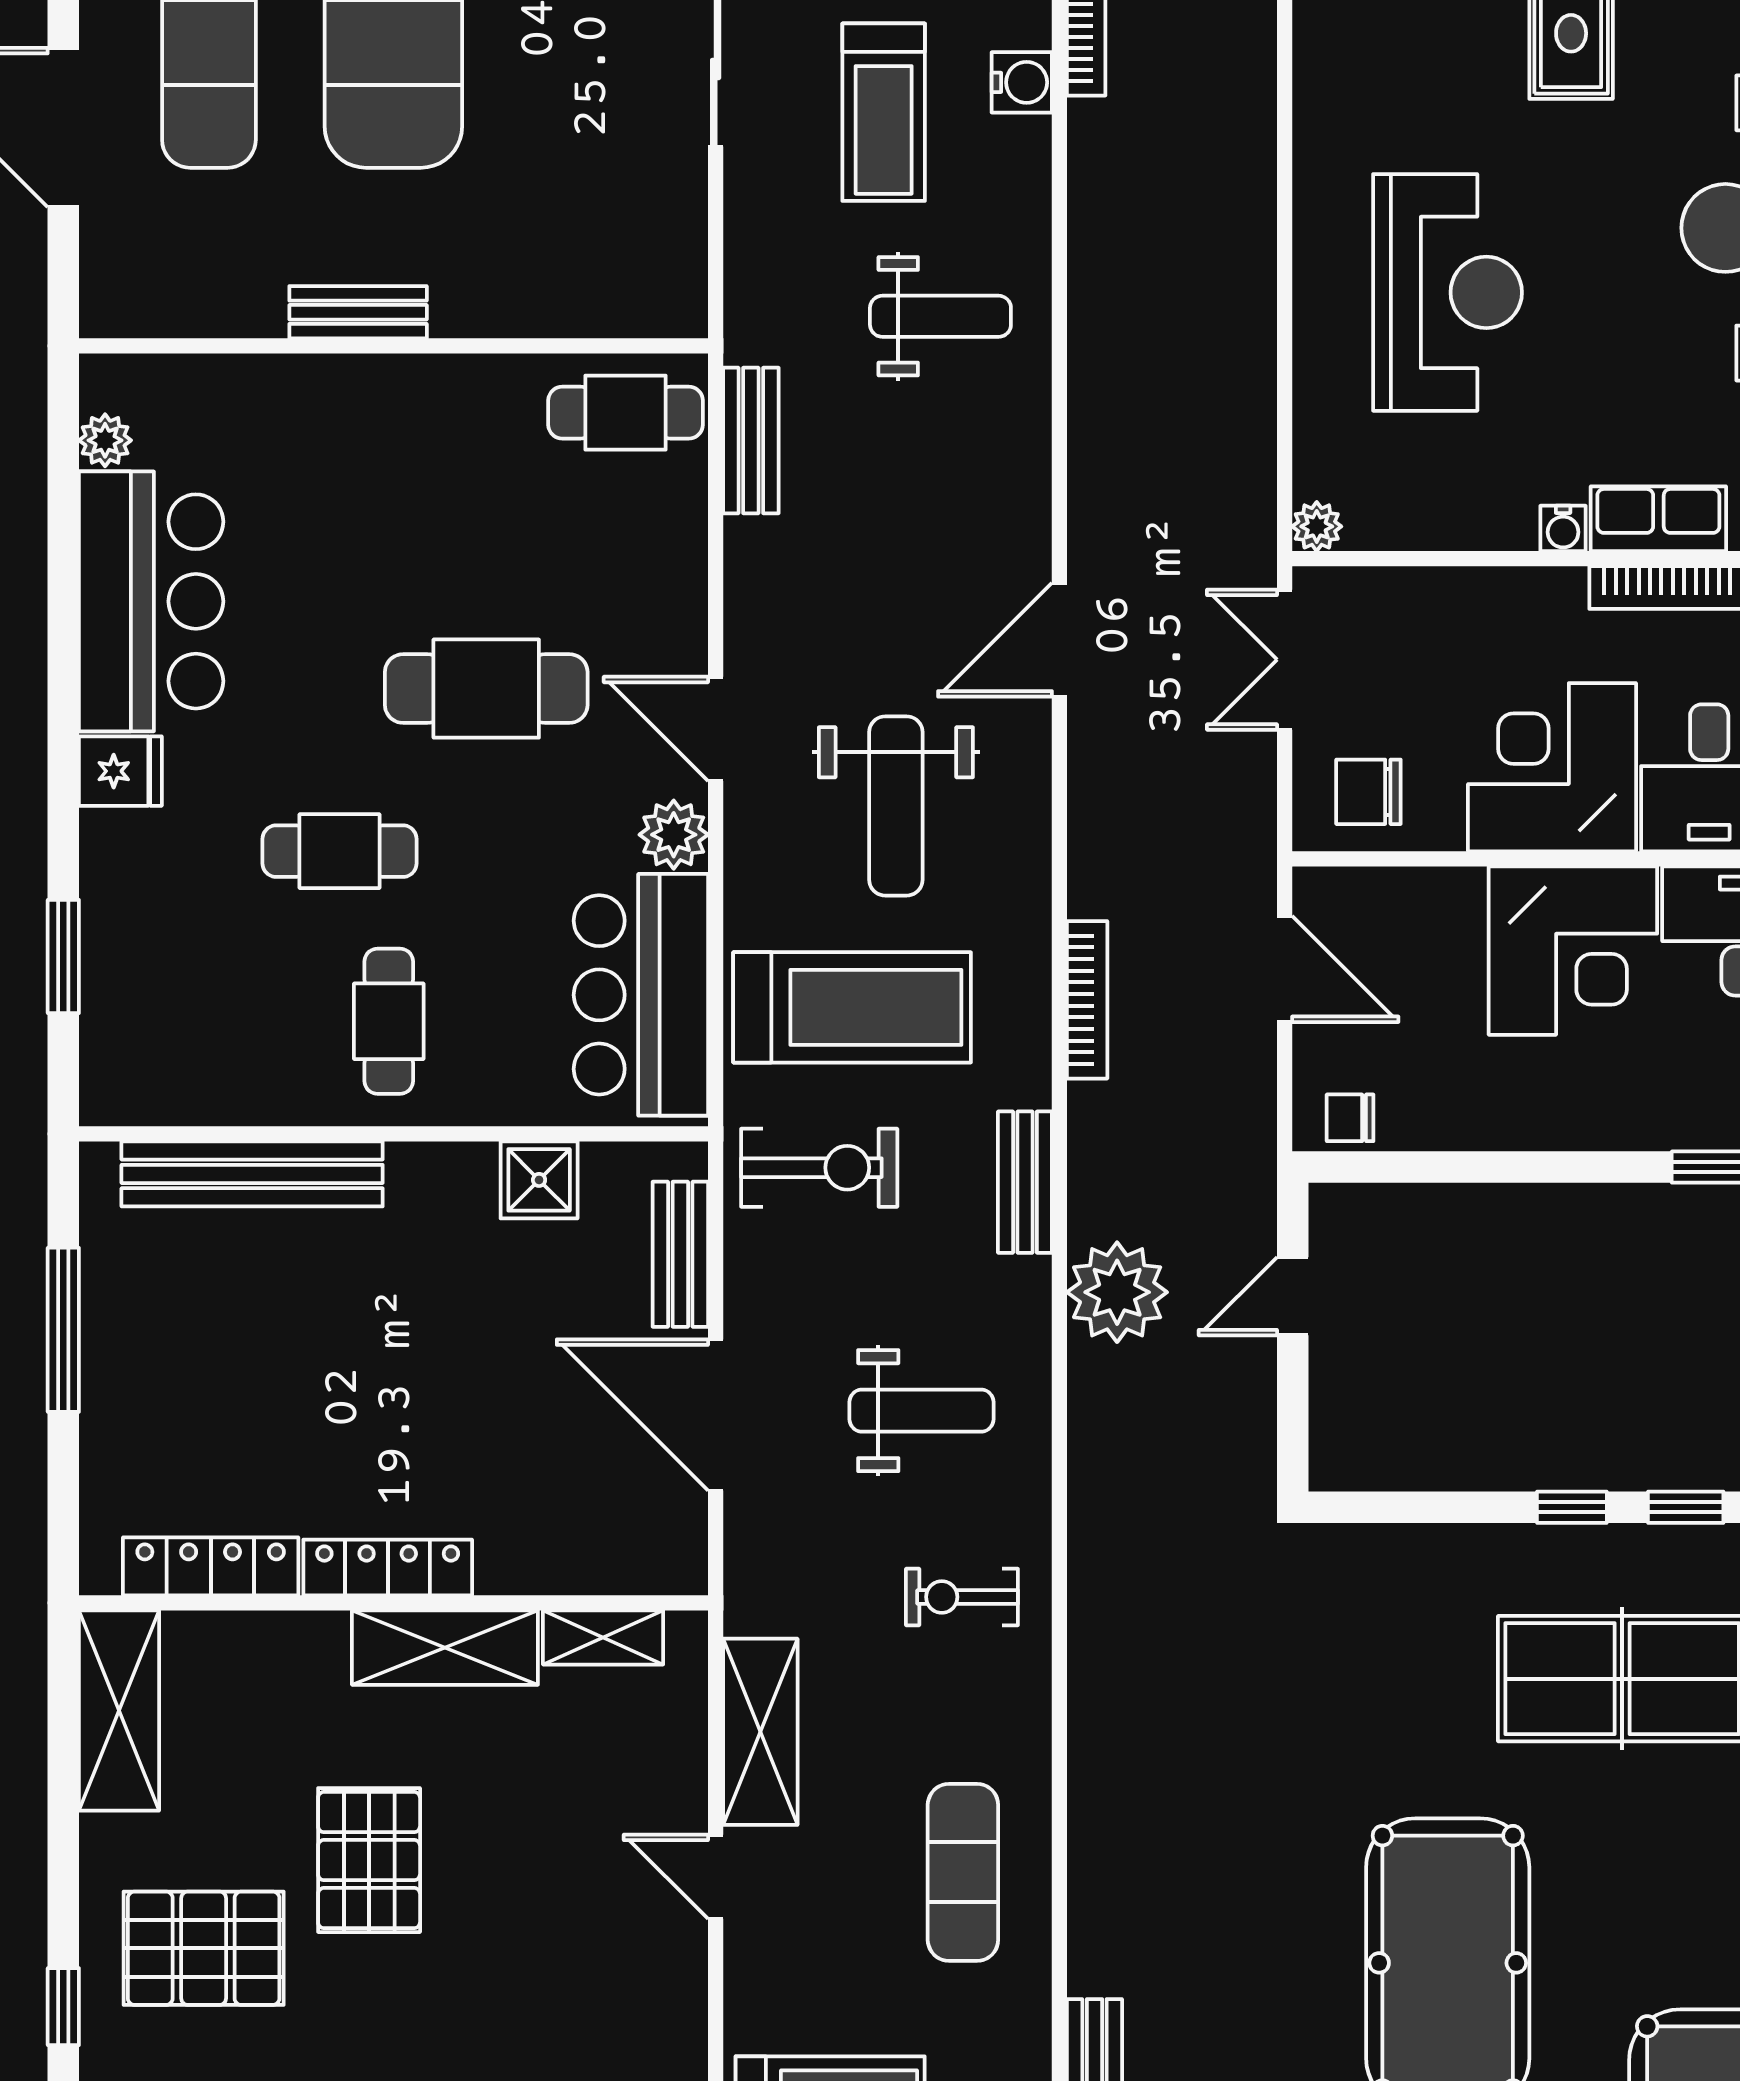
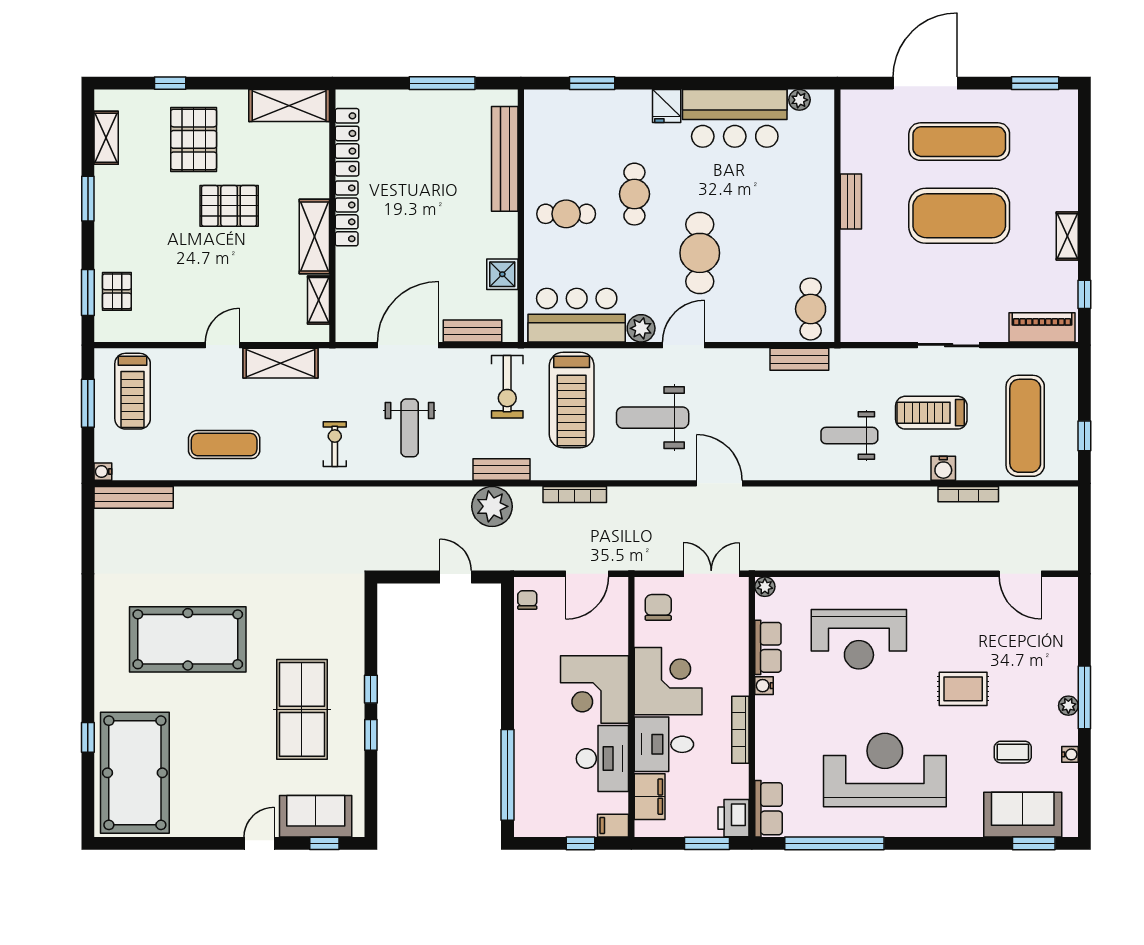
weight bench: (940, 316) -> (849, 435), turned 90
row of seats: (1658, 519) -> (768, 647), moved
plant: (1117, 1292) -> (492, 506), moved

